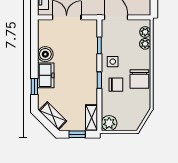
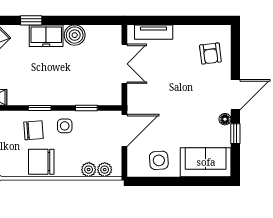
chair: (116, 85) -> (34, 130), turned -94

